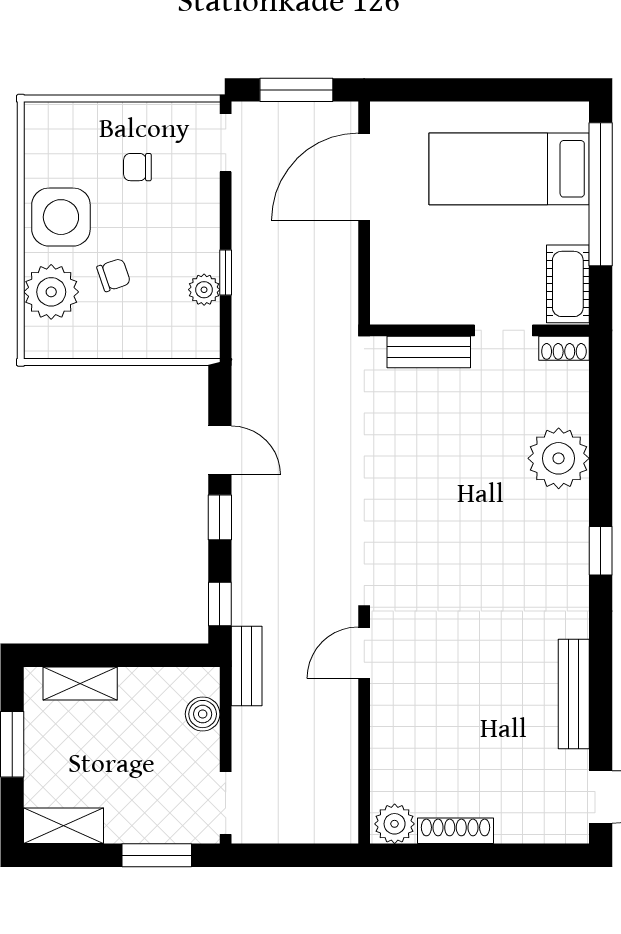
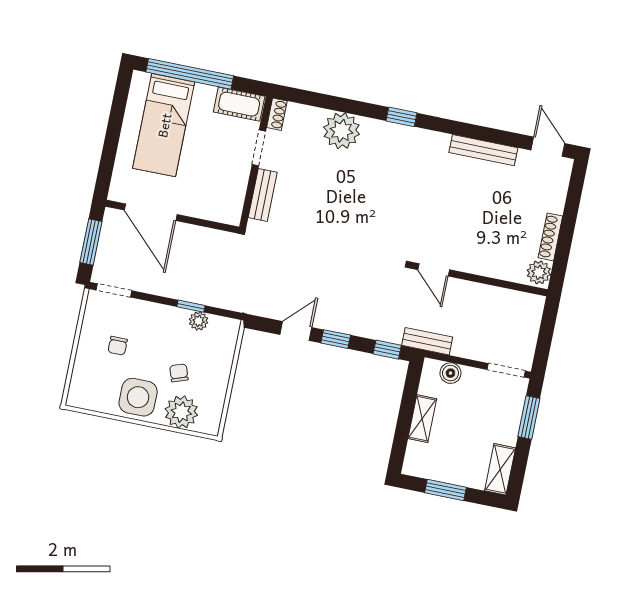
shelving: (80, 683) -> (422, 419), moved

